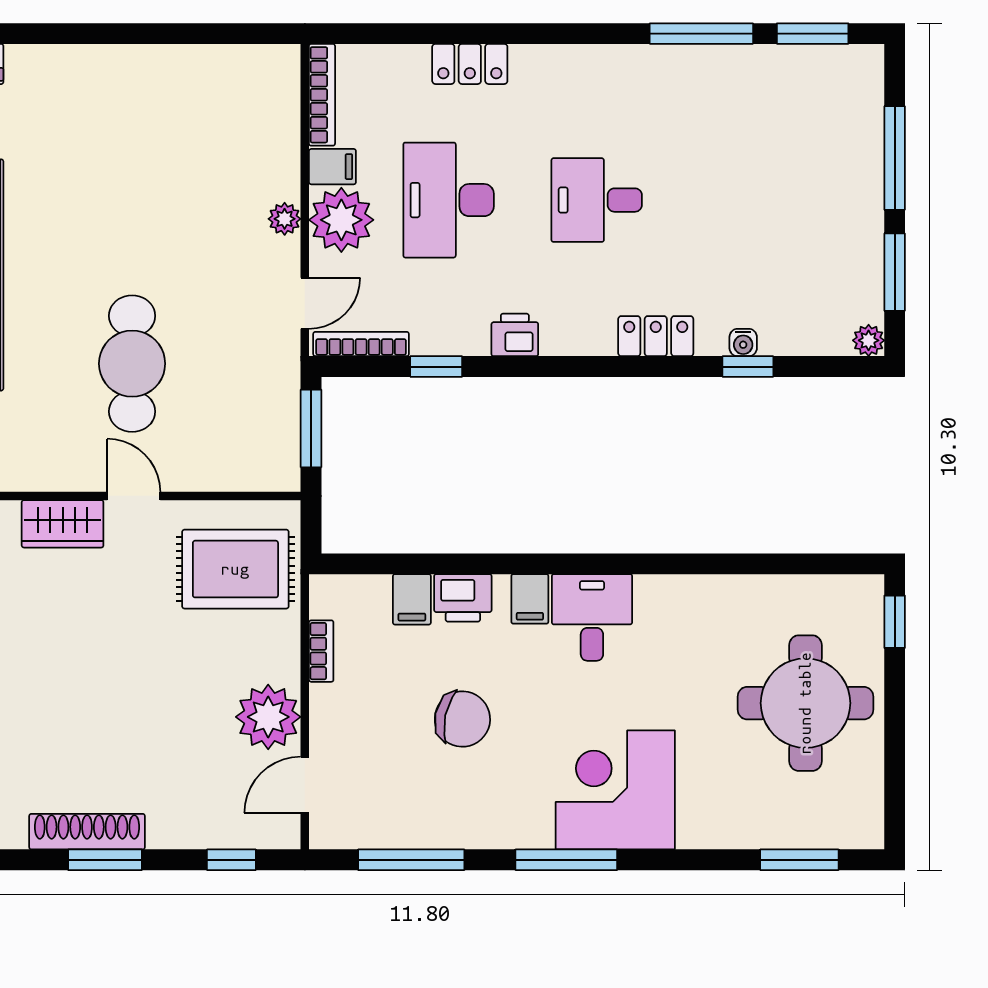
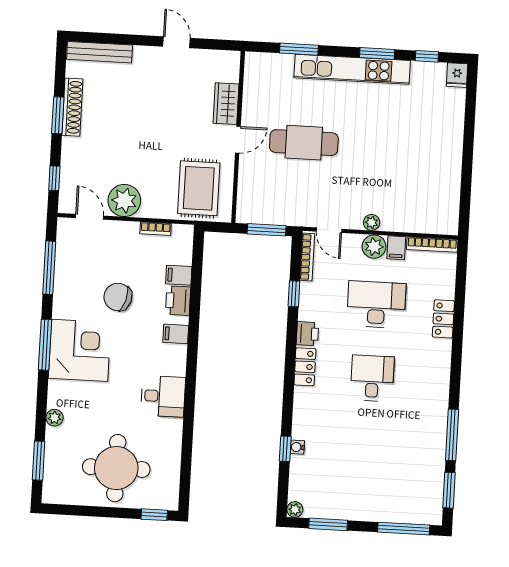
window: (895, 158) -> (404, 529), moved
plant: (341, 220) -> (374, 247), width x0.73, depth x0.73
locker: (656, 336) -> (305, 367), moved
desk: (592, 617) -> (163, 396), moved
chair: (462, 719) -> (118, 297), turned 95
corner desk: (615, 790) -> (80, 350), moved
plant: (711, 832) -> (55, 418), added

